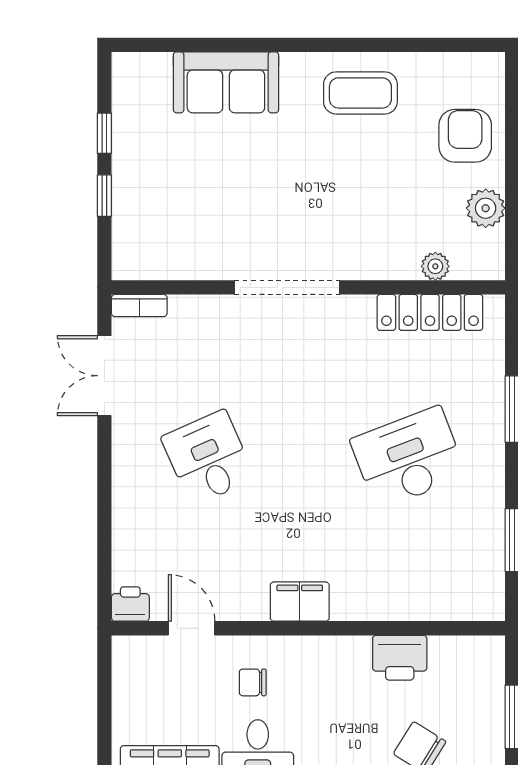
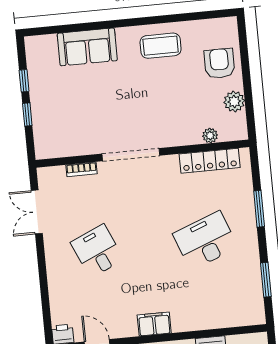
bookcase: (139, 306) -> (82, 169), moved

